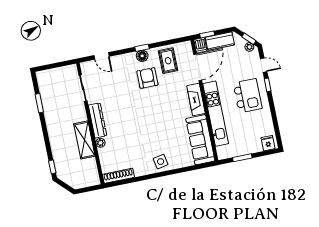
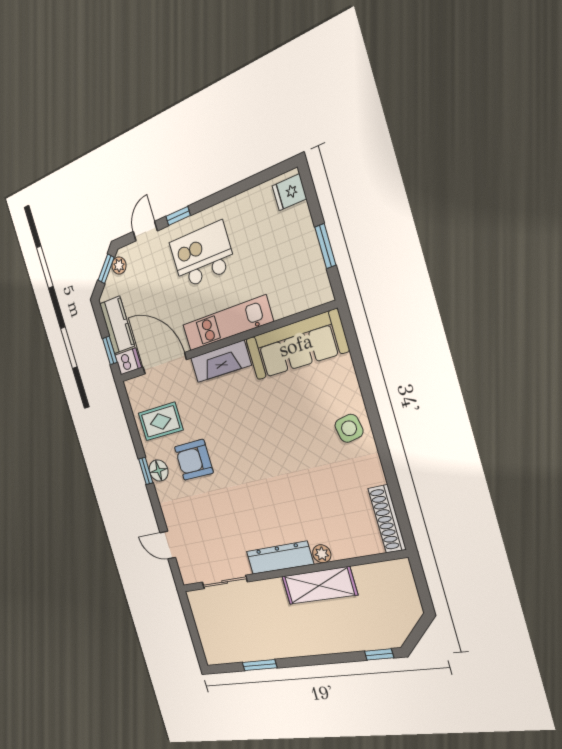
door: (102, 56) -> (168, 545), swing flipped
kitchen unit: (216, 114) -> (227, 323), width x0.73

